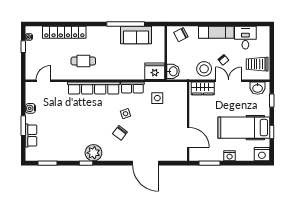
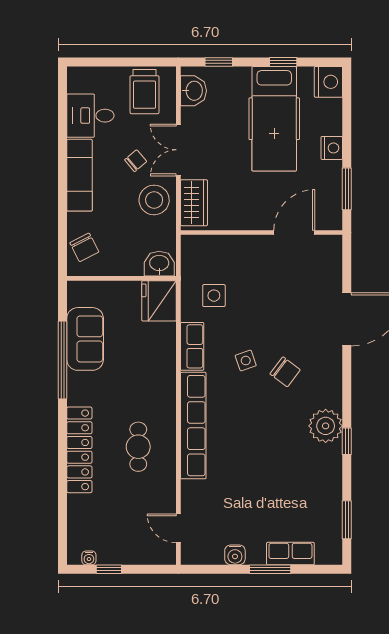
locker: (64, 32) -> (79, 450), moved

